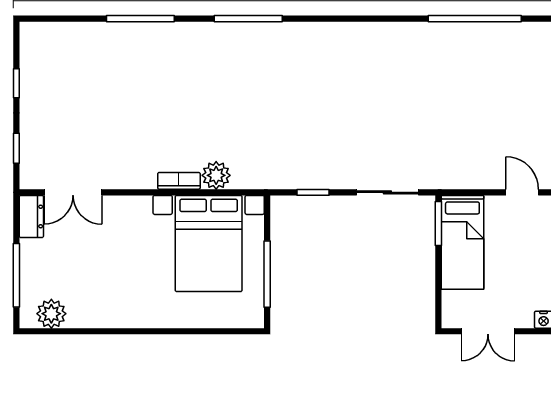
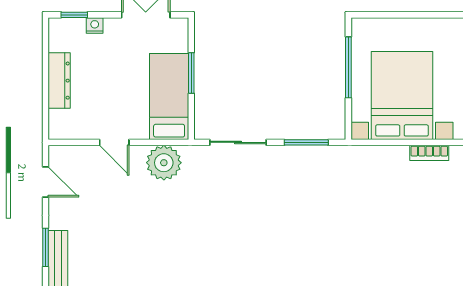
plant: (216, 175) -> (164, 163), moved, width x1.36, depth x1.36
window: (313, 192) -> (306, 142), width x1.50
window: (438, 224) -> (191, 73), moved

